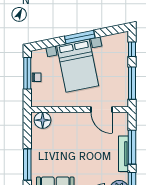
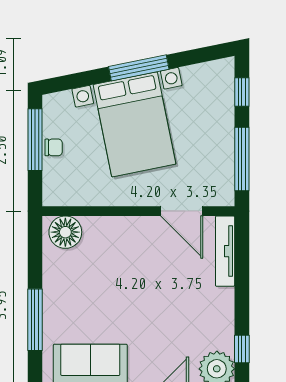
window: (132, 147) -> (242, 285), removed
tv unit: (123, 154) -> (225, 251), moved

